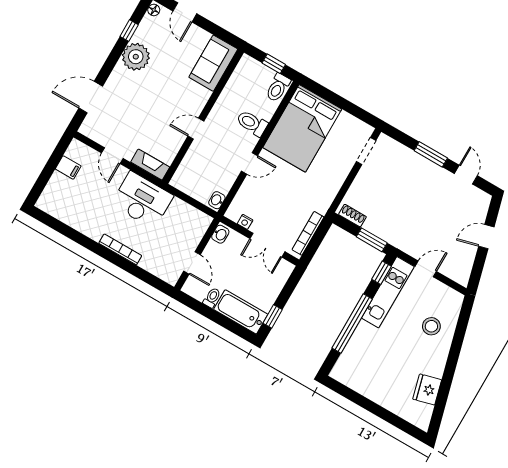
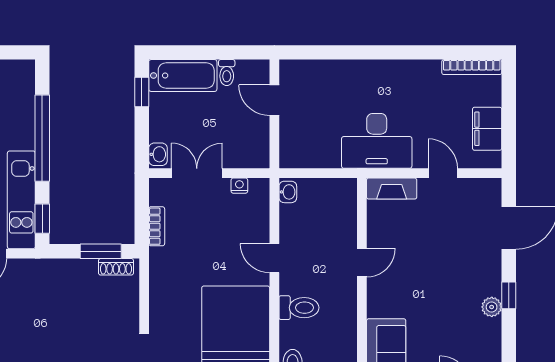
window: (129, 31) -> (509, 295), moved
plant: (136, 57) -> (492, 307), width x0.53, depth x0.53
door: (249, 163) -> (274, 258), hinge flipped
filing cabinet: (68, 167) -> (487, 129), width x2.00
bookcase: (308, 233) -> (157, 226), width x0.64
washbasin: (220, 234) -> (158, 154), moved, turned 180
window: (372, 240) -> (101, 251), moved
bookcase: (120, 249) -> (472, 67), moved

